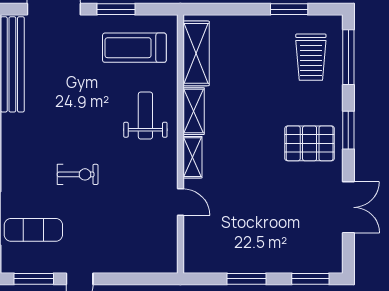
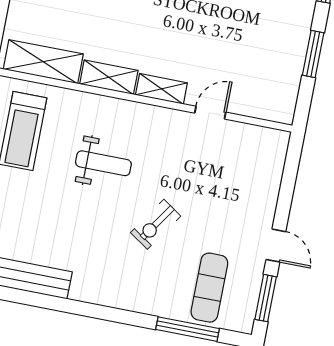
weight bench: (145, 116) -> (103, 163), moved, turned 180
exercise bike: (78, 174) -> (156, 224), turned -146

